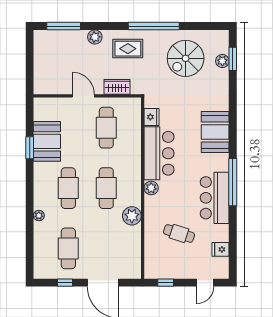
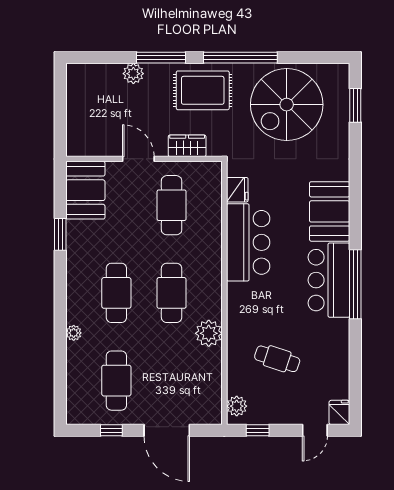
window: (64, 26) -> (161, 58), moved
plant: (95, 37) -> (133, 74), moved
rug: (128, 49) -> (203, 90), width x1.36, depth x1.43
spiral stairs: (186, 58) -> (287, 105), width x1.37, depth x1.37
plant: (222, 61) -> (340, 108), removed
booth: (47, 141) -> (85, 190), moved
plant: (151, 188) -> (237, 406), moved
bar counter: (215, 198) -> (329, 280), moved
fridge: (221, 249) -> (339, 412), moved, turned 90

